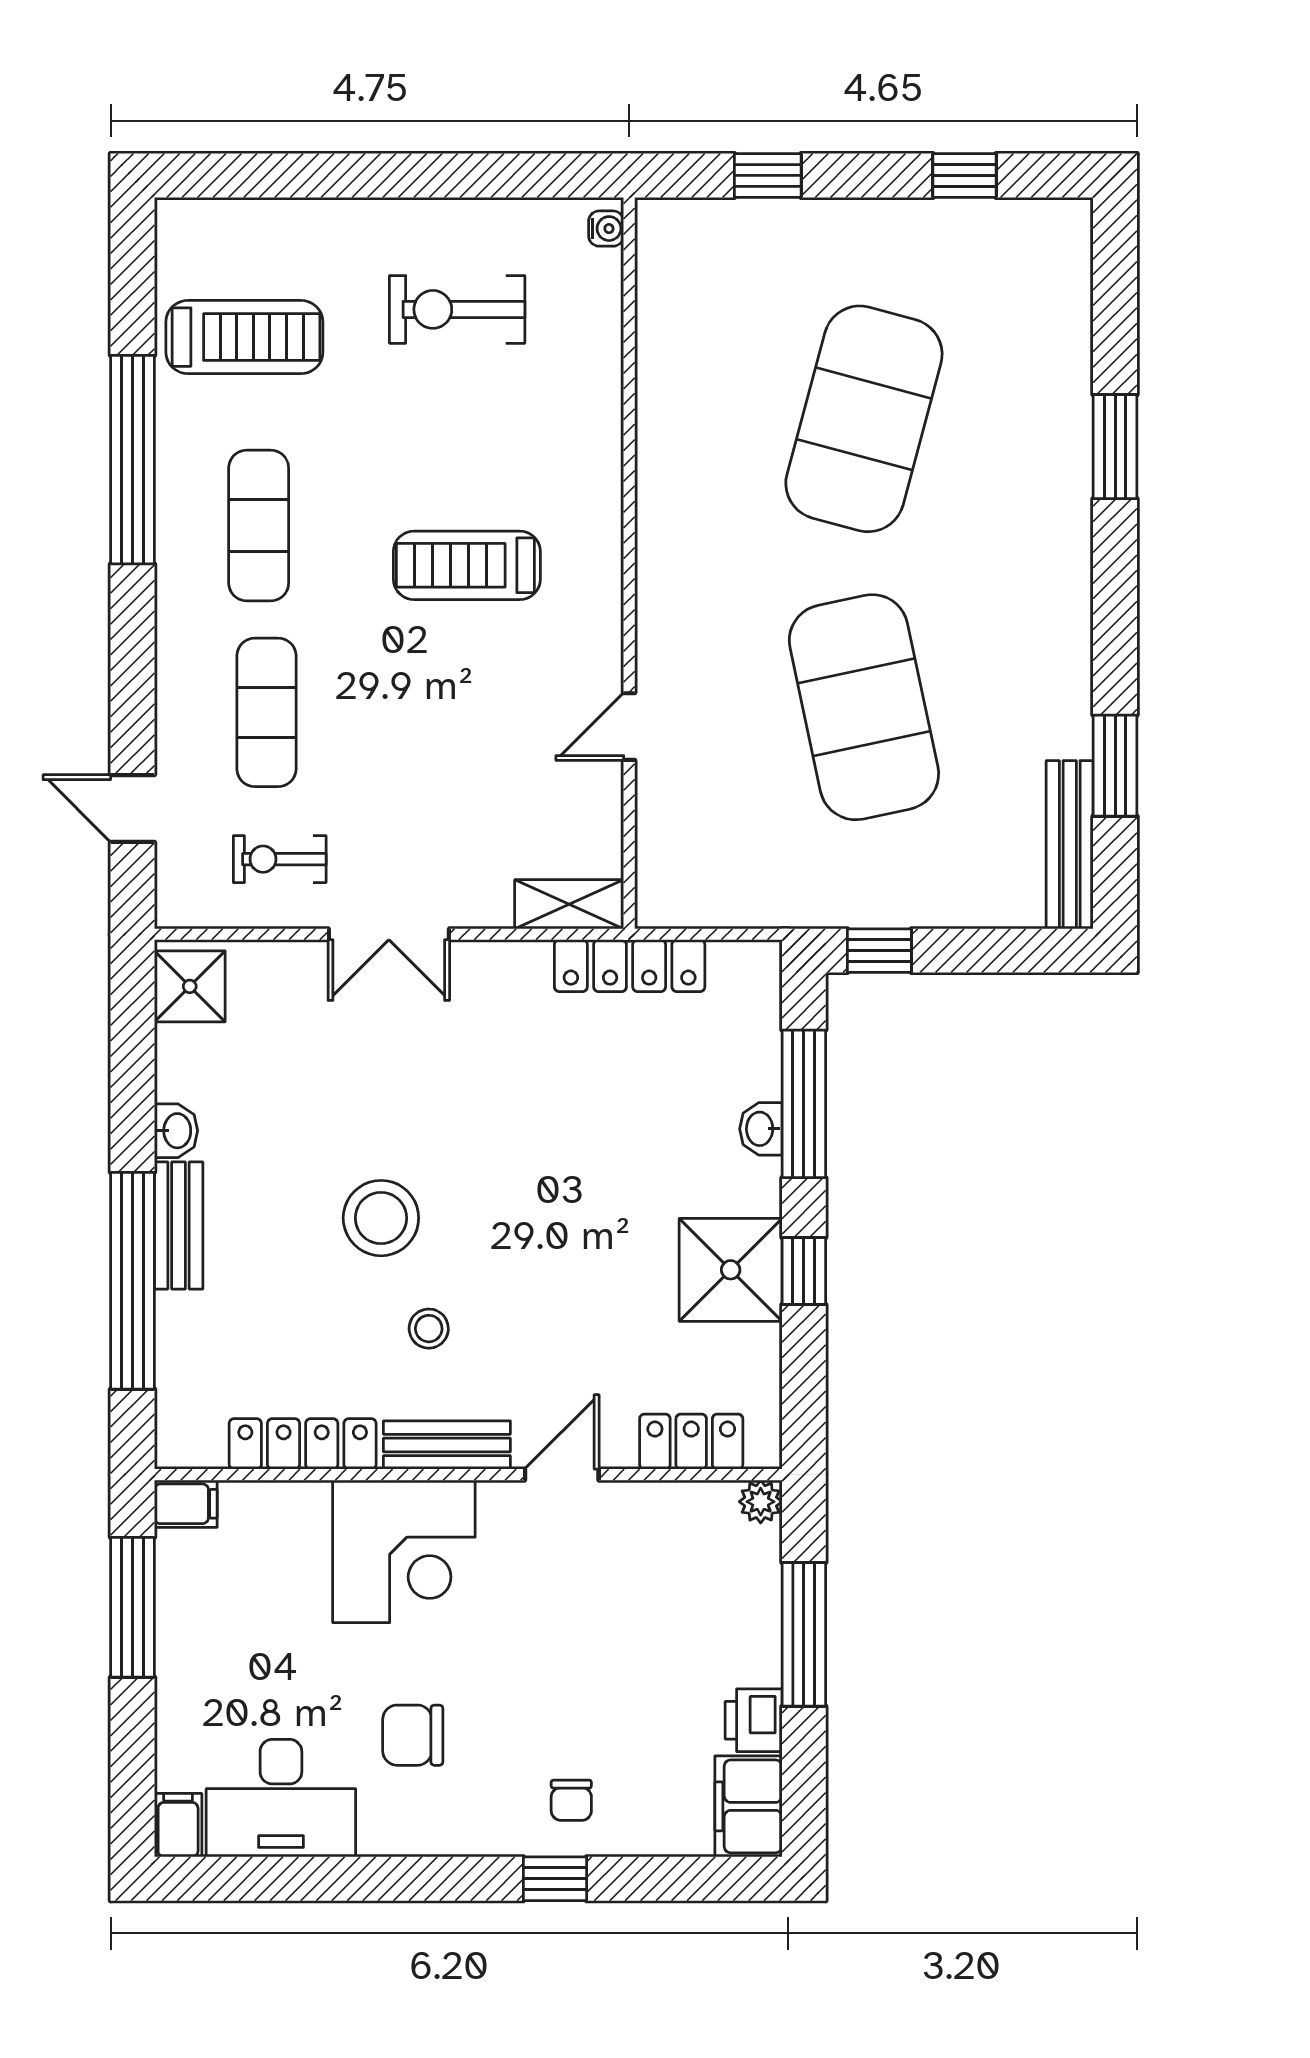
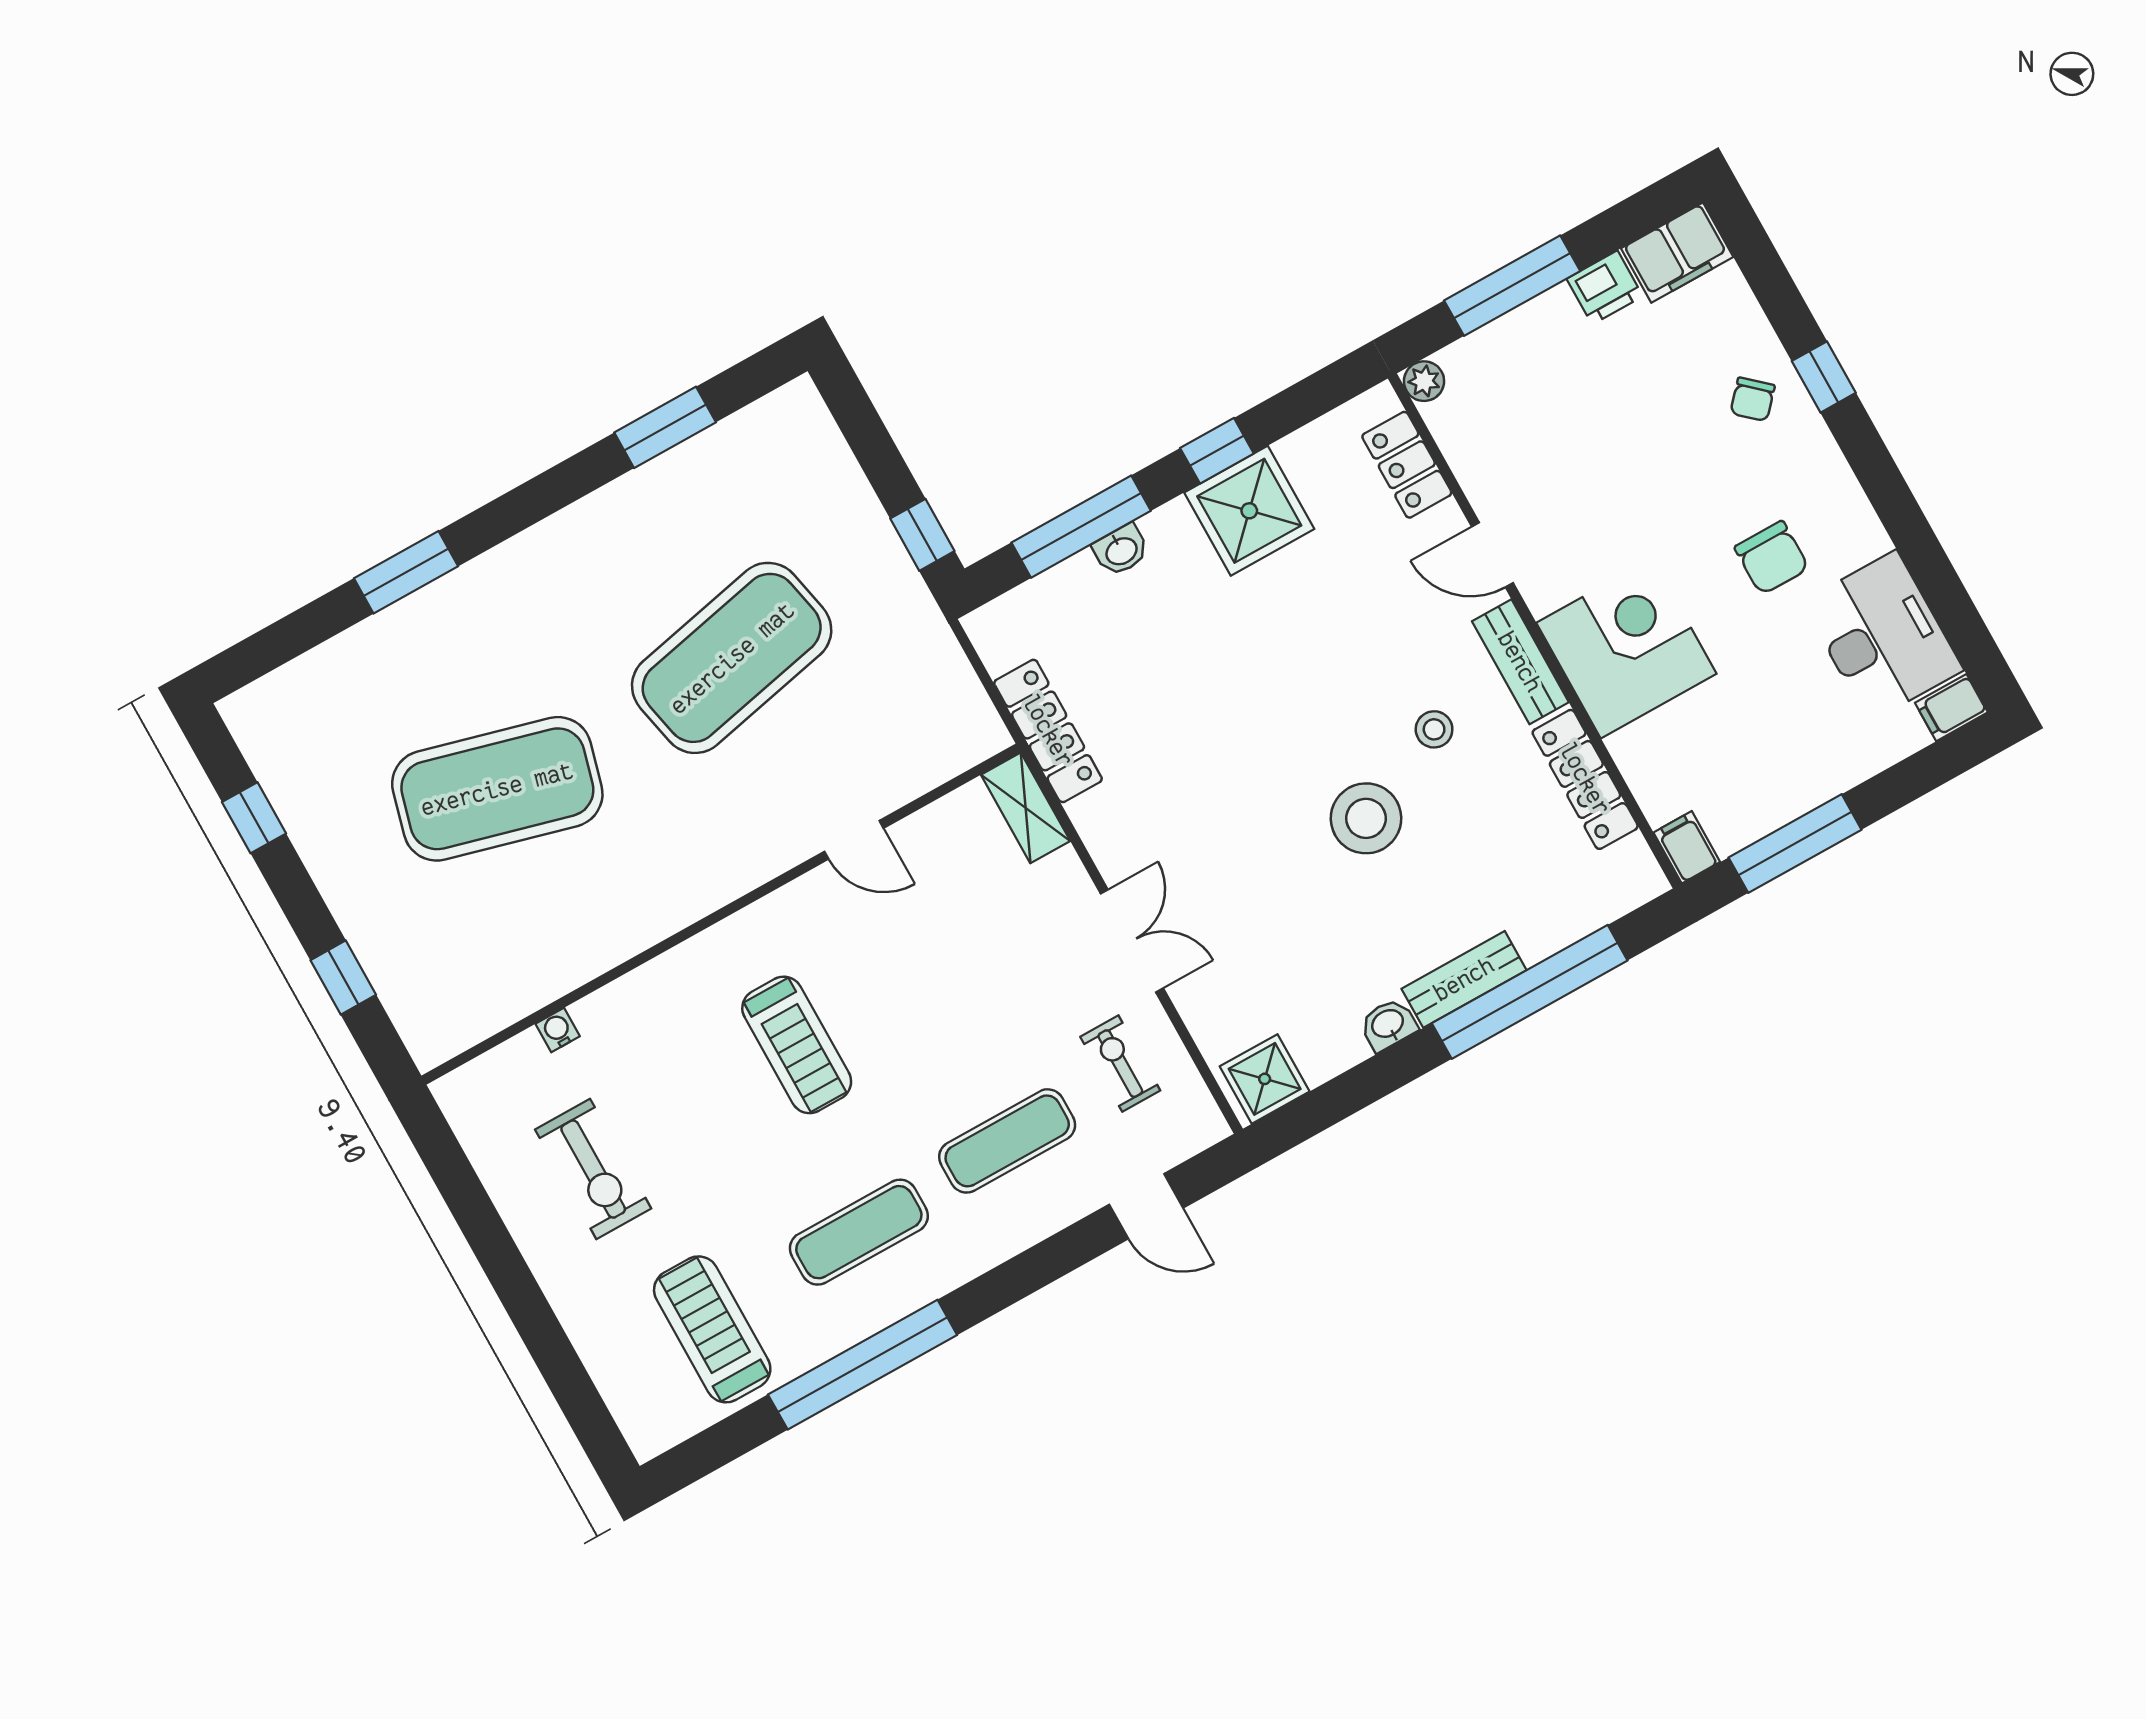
water cooler: (606, 229) -> (558, 1030), moved
door: (132, 808) -> (1146, 1206), hinge flipped
bench: (1070, 845) -> (750, 428), removed
exercise bike: (280, 859) -> (1120, 1064), turned 180
chair: (571, 1800) -> (1753, 399), turned 132

